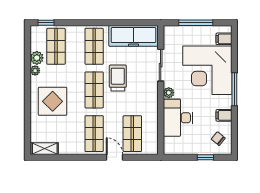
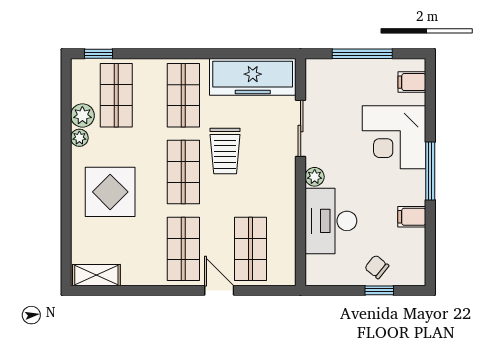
corner desk: (207, 70) -> (394, 137), width x0.74, depth x0.74
trolley: (118, 78) -> (225, 151), turned 180
chair: (218, 139) -> (377, 267), moved

